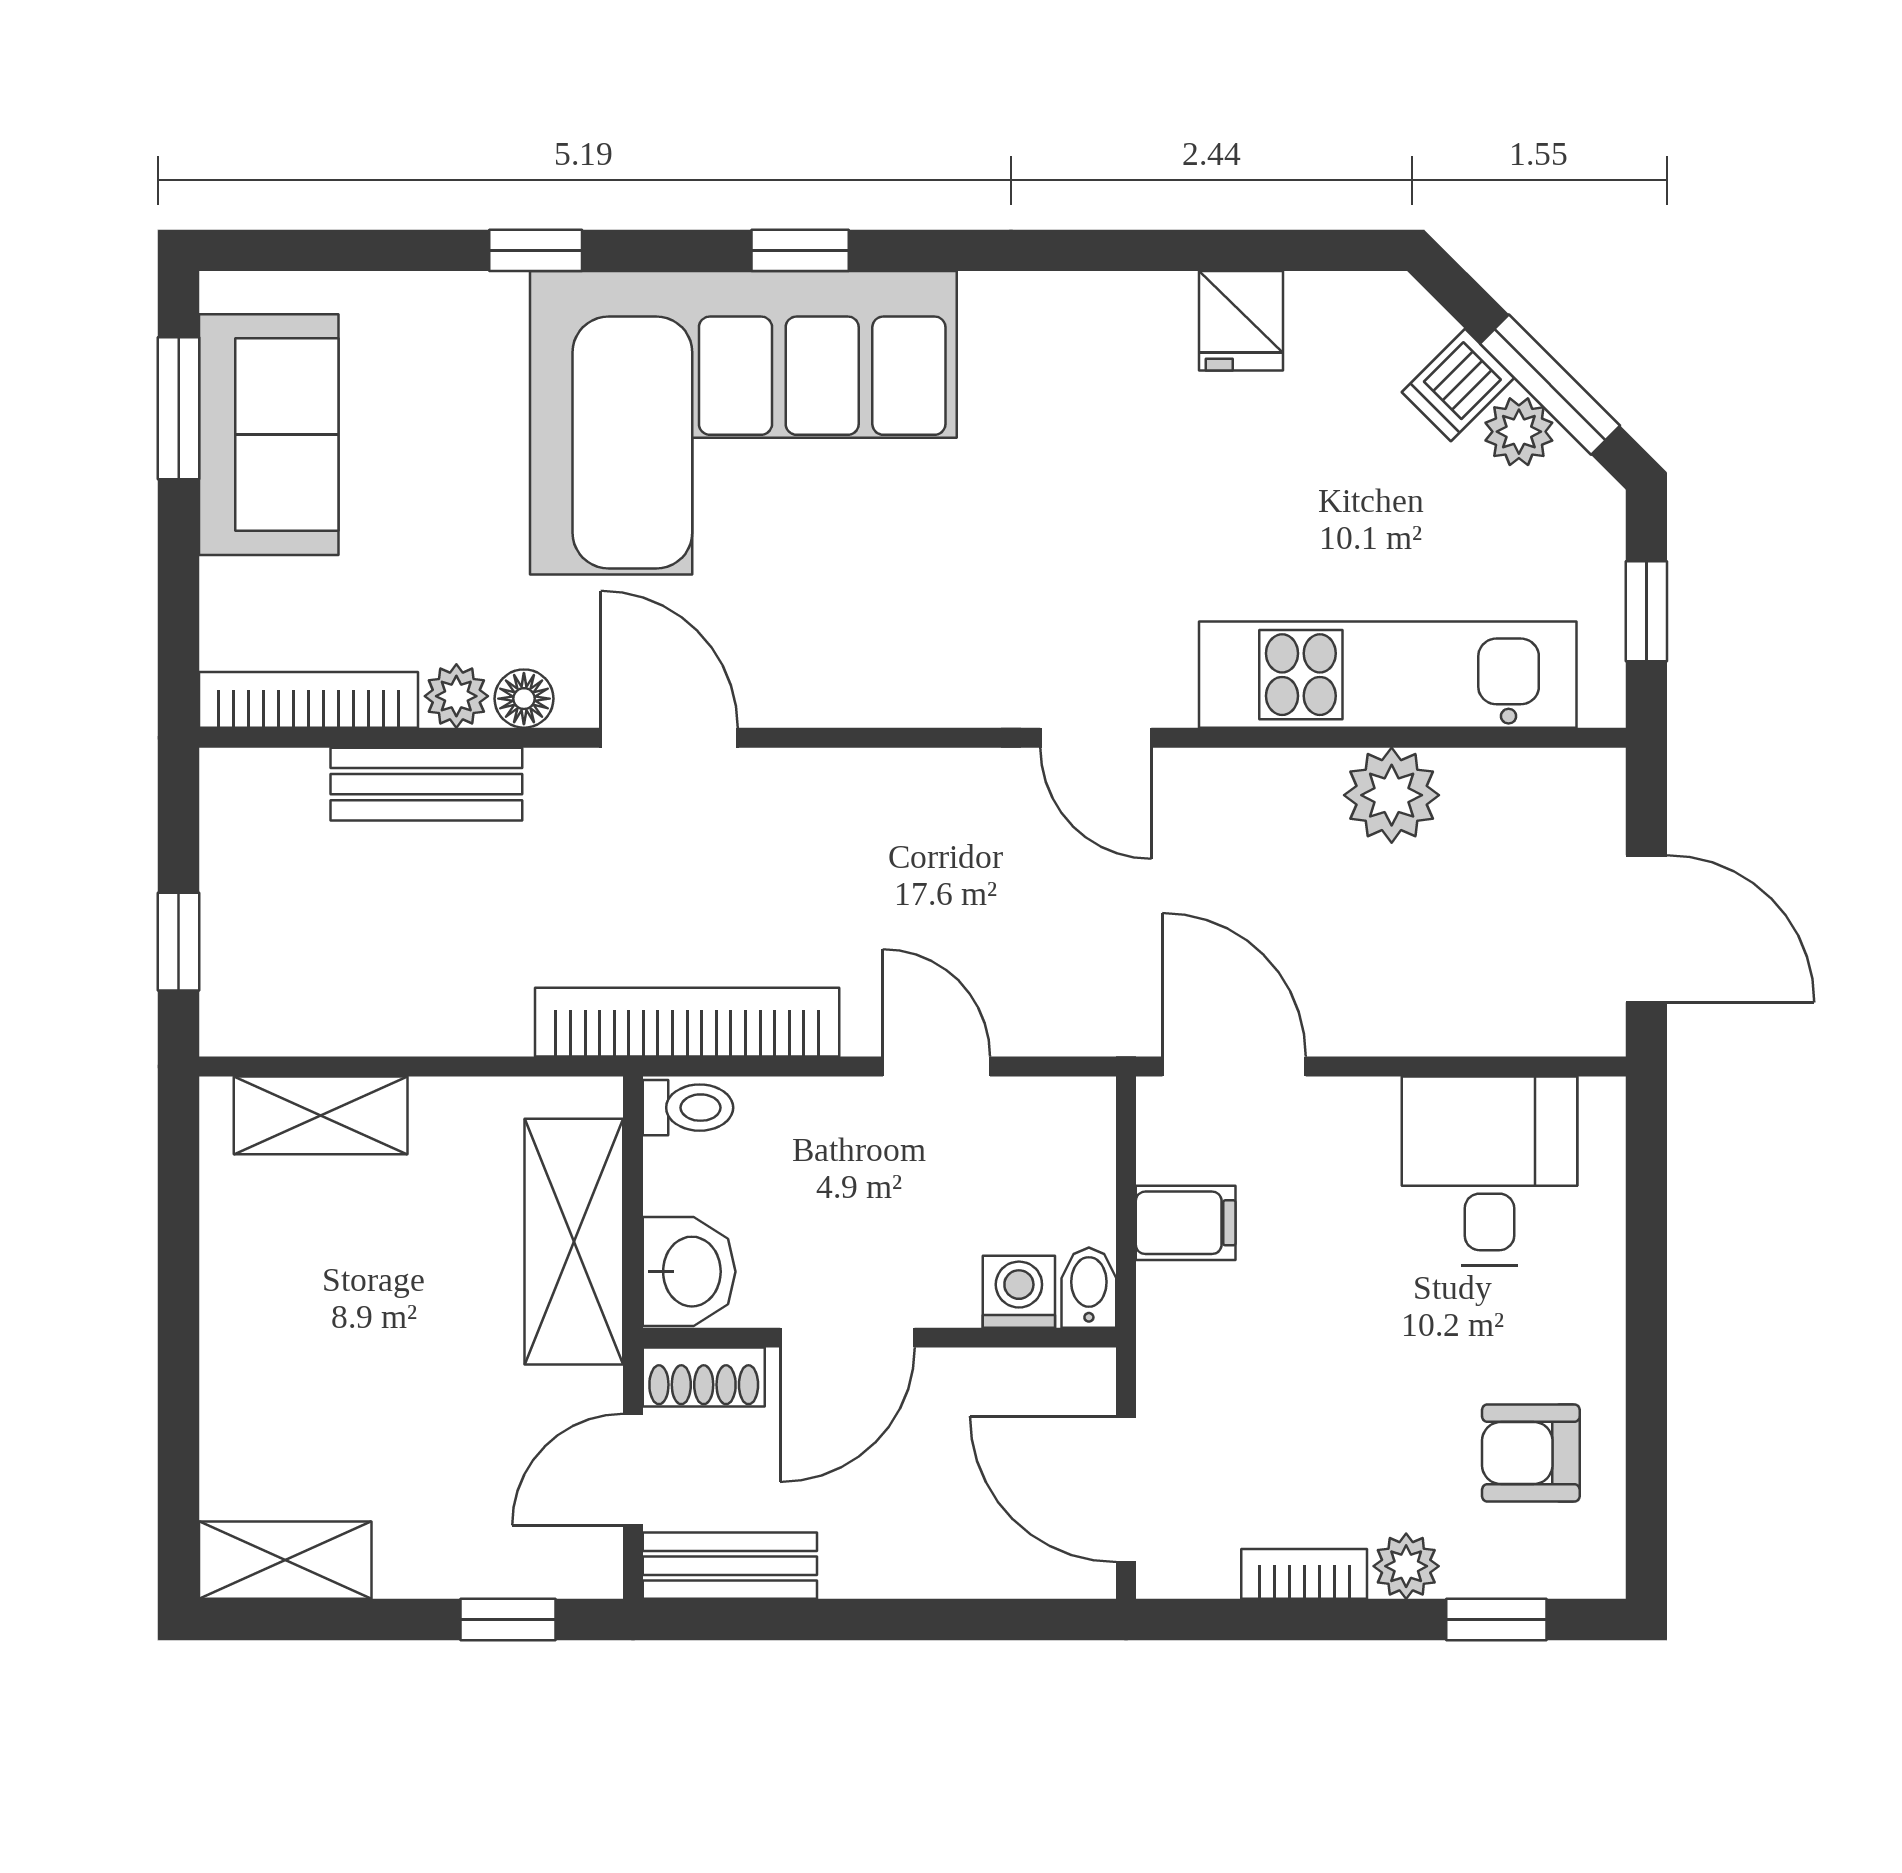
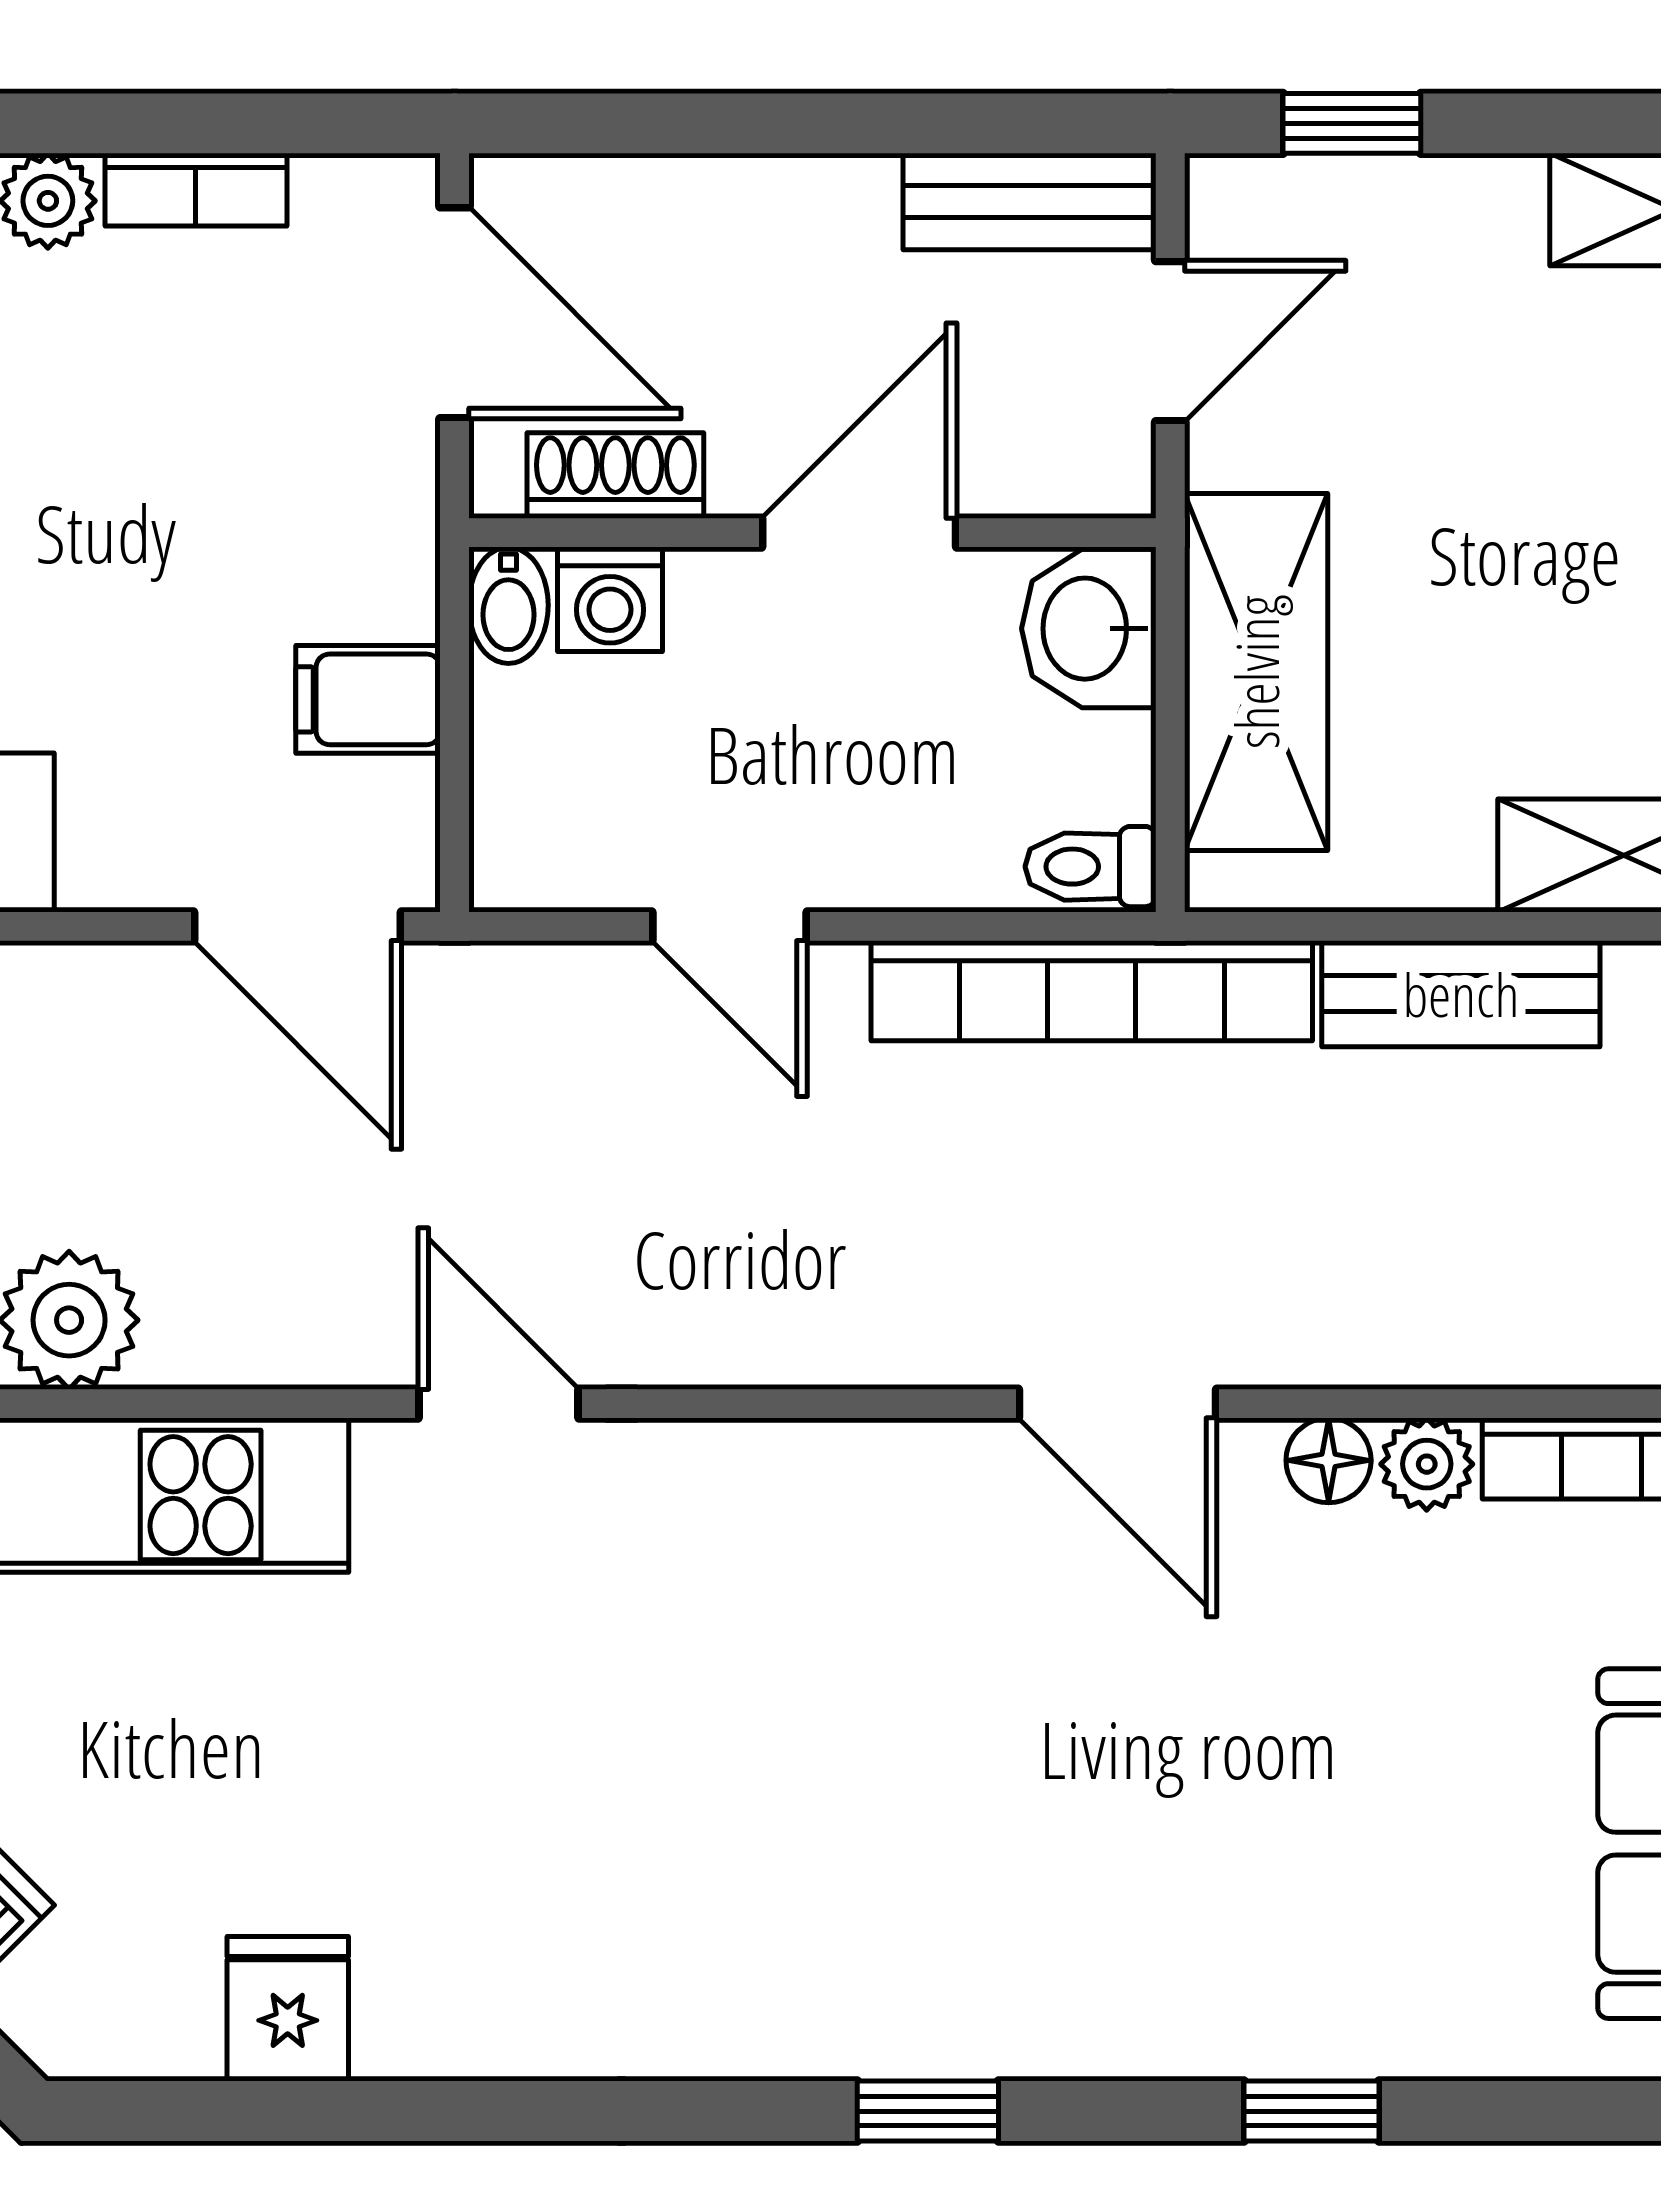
corner sofa: (743, 423) -> (1010, 1861), removed
bench: (426, 784) -> (1461, 994), moved
shoe rack: (704, 1377) -> (615, 475), moved

